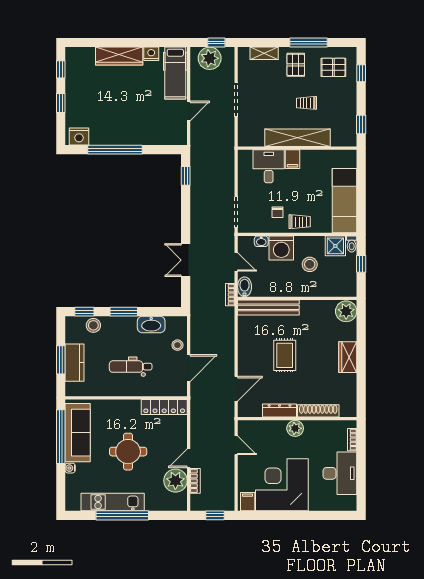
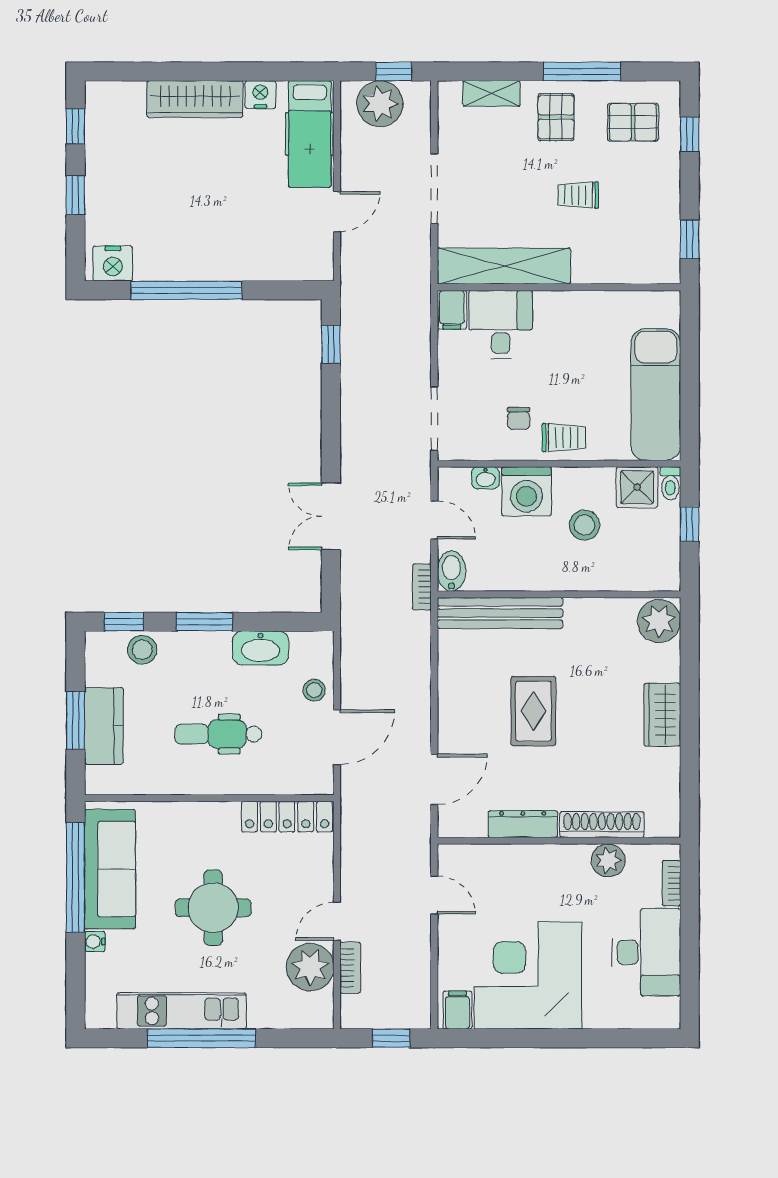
shelving: (298, 138) -> (504, 266), moved
filing cabinet: (292, 159) -> (452, 310), moved
plant: (295, 428) -> (608, 860), moved

